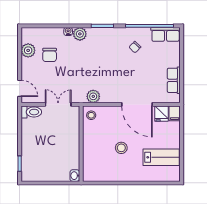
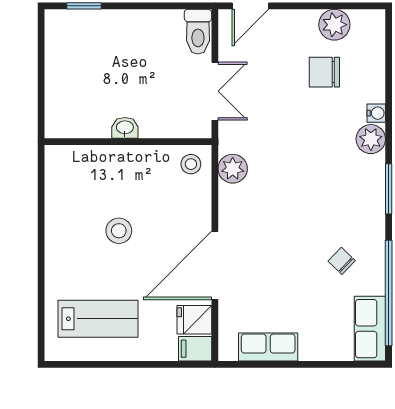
lab bench: (161, 157) -> (98, 319), turned -90
washbasin: (75, 176) -> (125, 128), moved

